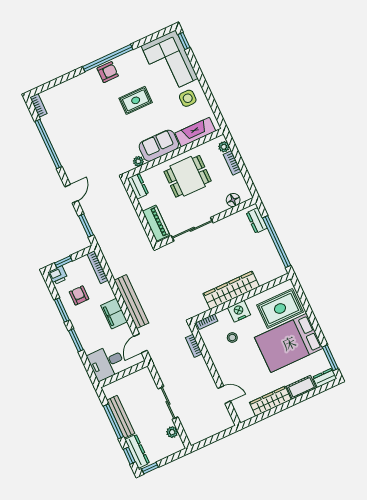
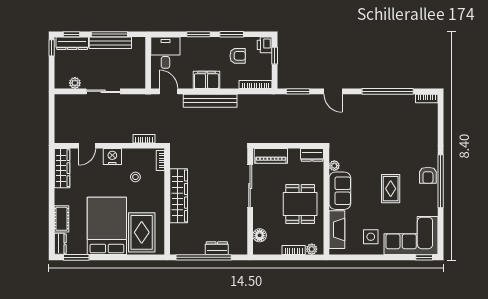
dresser: (257, 220) -> (217, 248), moved
nightstand: (239, 311) -> (112, 157), moved, turned -90
wardrobe: (270, 401) -> (62, 168), moved

